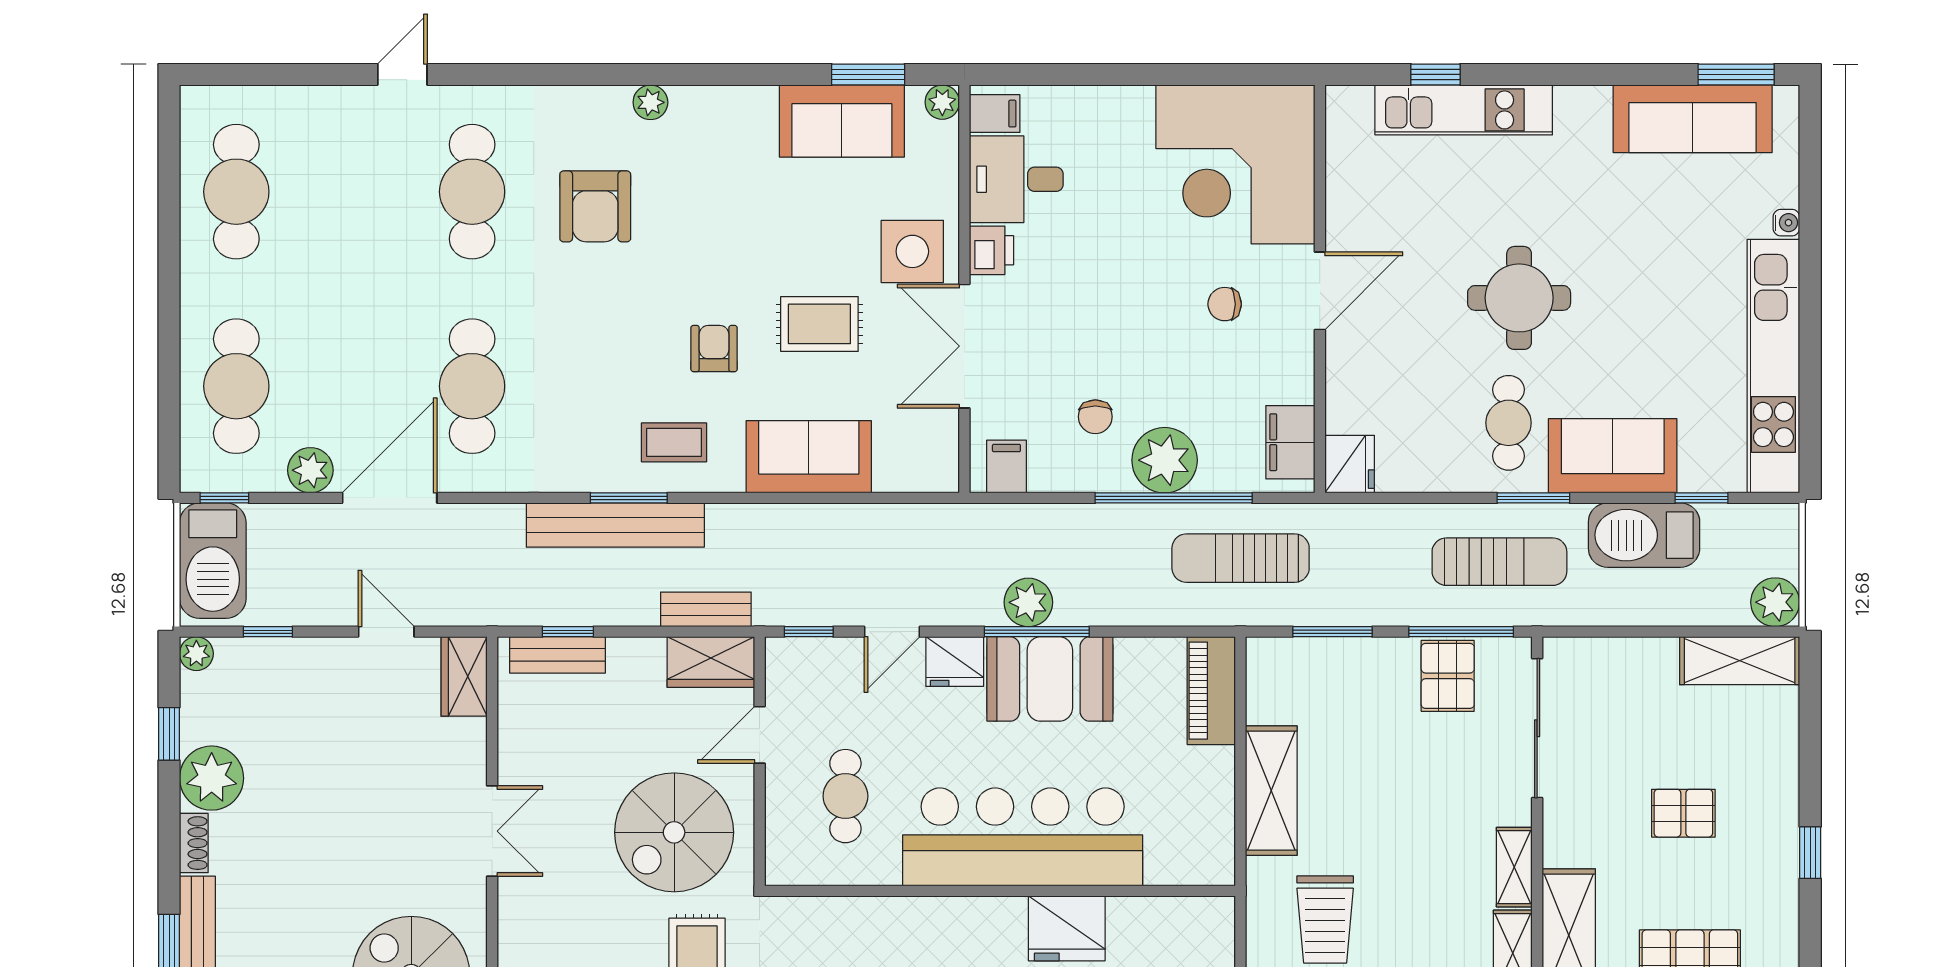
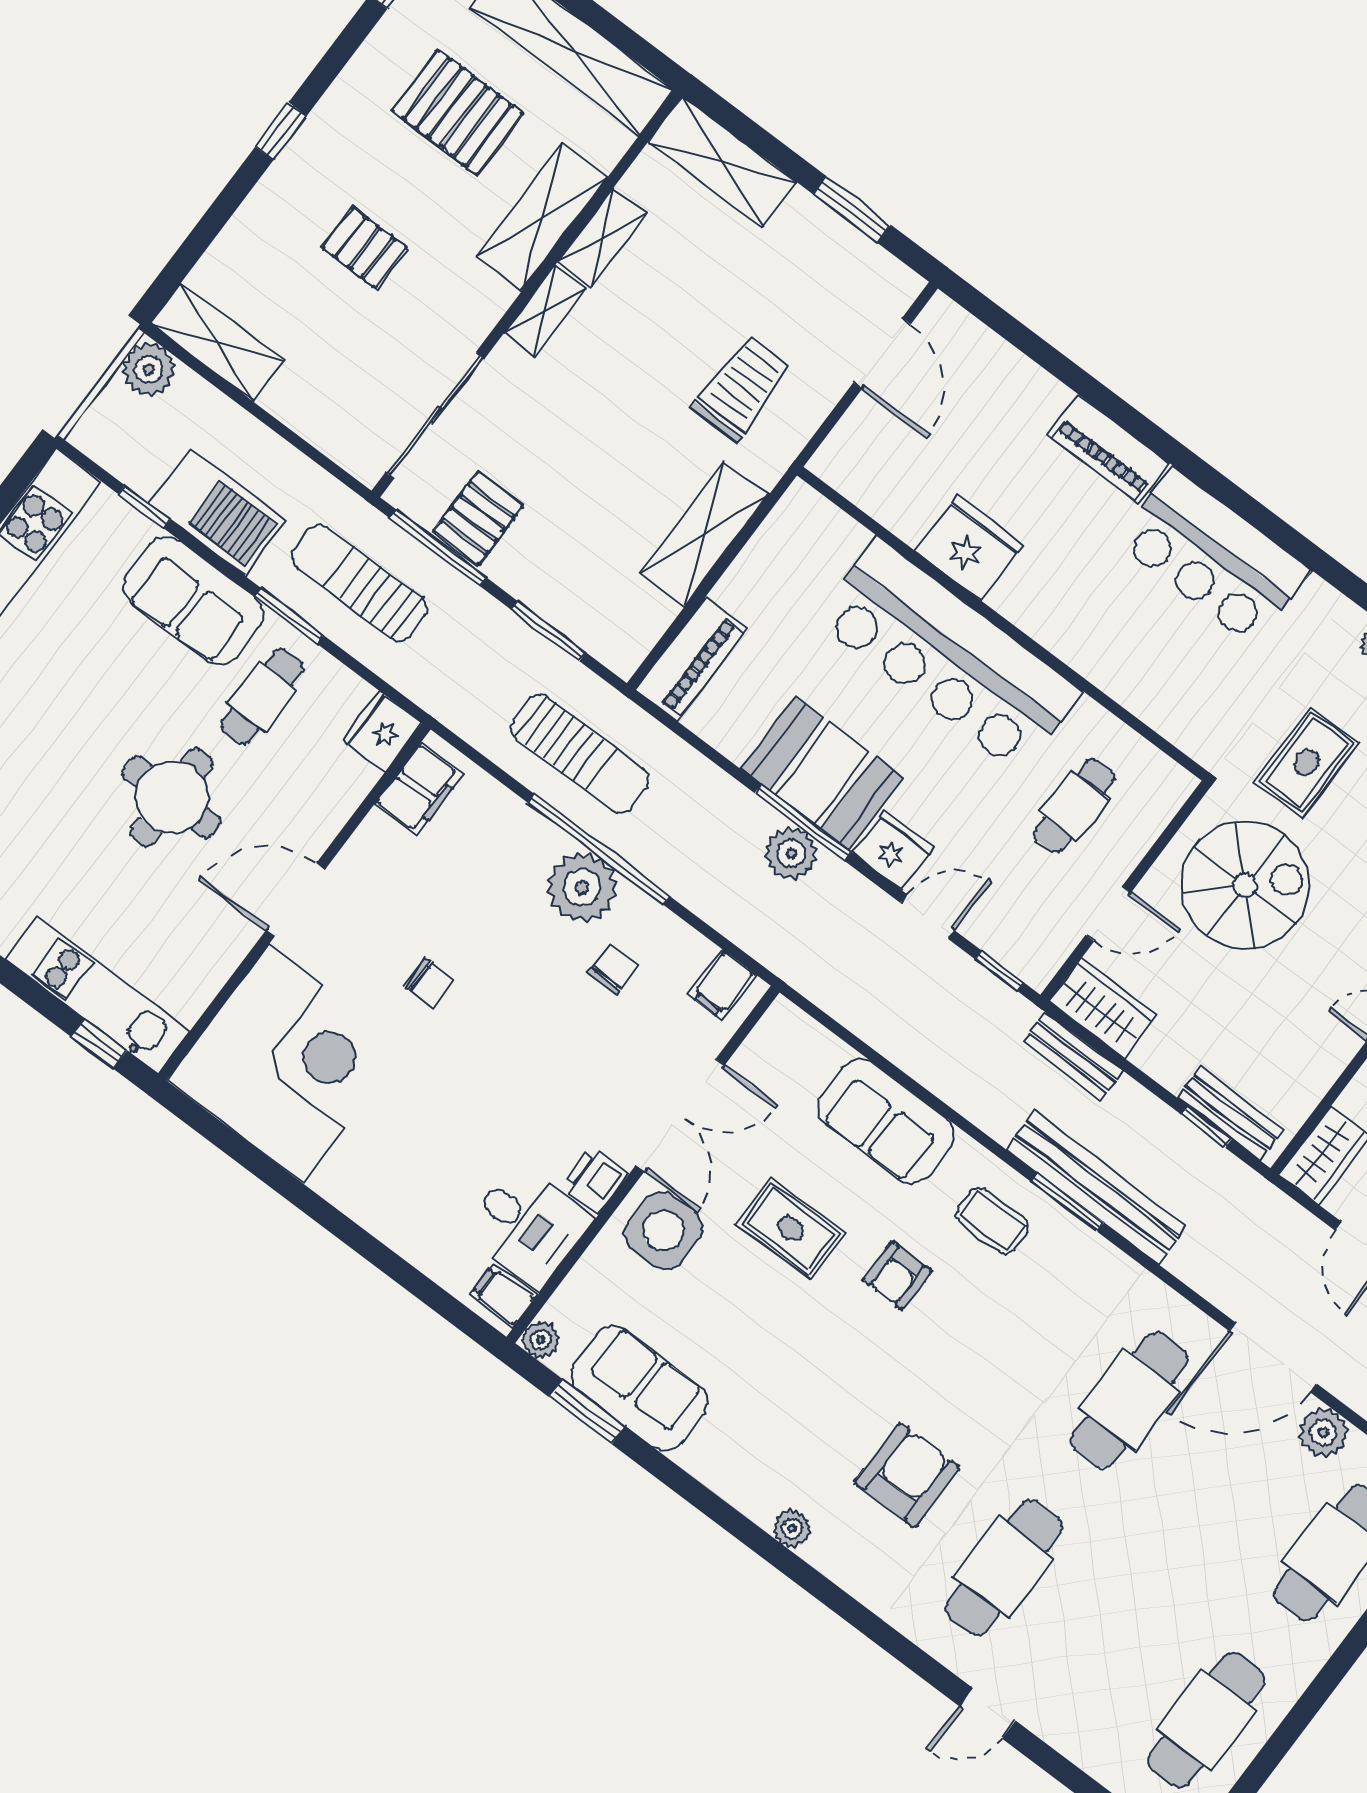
corner desk: (1235, 164) -> (286, 1064), moved
wall: (1320, 289) -> (294, 902), moved
door: (1320, 291) -> (295, 900), moved
filing cabinet: (1290, 442) -> (419, 789), moved
fridge: (1350, 464) -> (382, 732), moved

